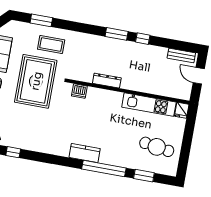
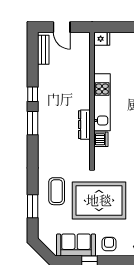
door: (199, 76) -> (62, 27), hinge flipped
dishwasher: (79, 91) -> (101, 139), moved
kitchen unit: (149, 105) -> (102, 102), moved

